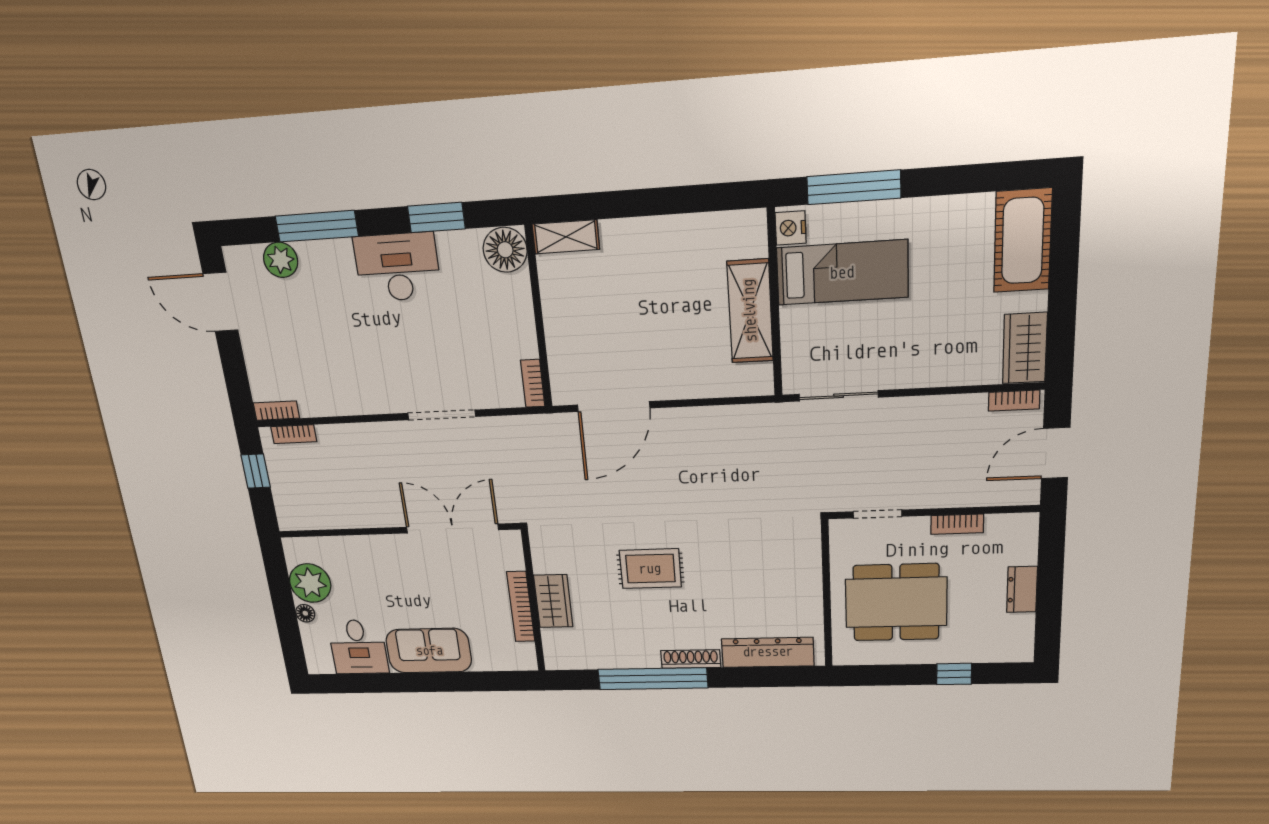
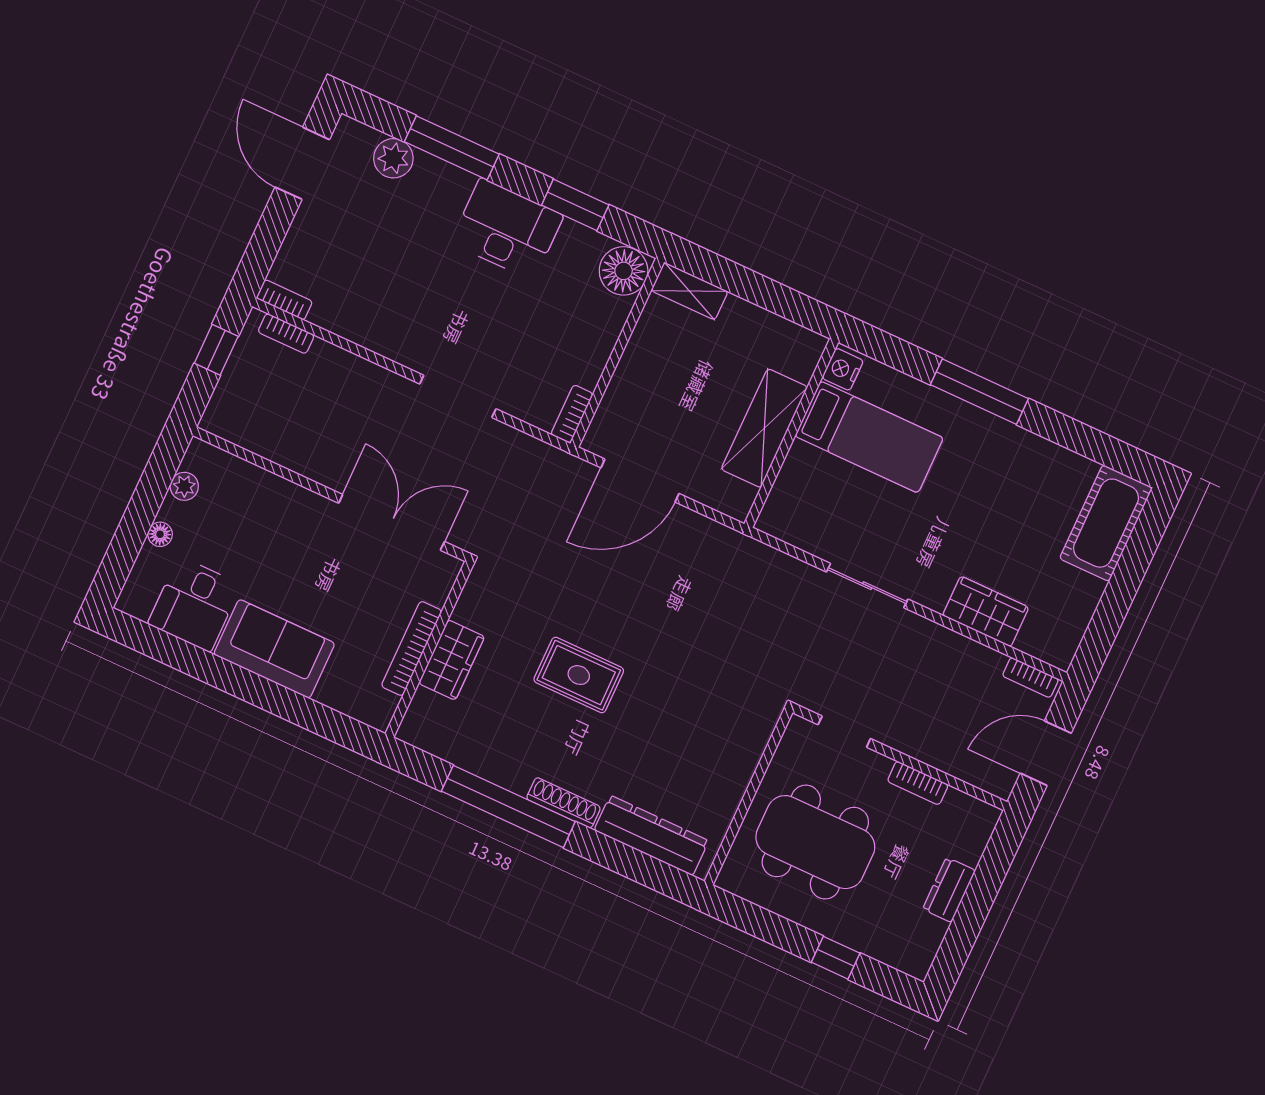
nightstand: (791, 228) -> (843, 369), moved
bed: (842, 273) -> (869, 437), moved
wall: (775, 304) -> (791, 433), moved
shelving: (750, 311) -> (764, 428), moved
wardrobe: (1025, 348) -> (986, 611), moved, turned 90
plant: (310, 583) -> (184, 486), width x0.53, depth x0.53

